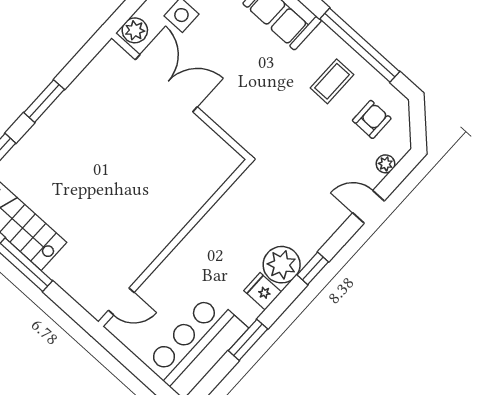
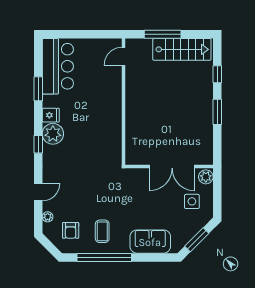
wall: (174, 243) -> (124, 102), moved
door: (121, 301) -> (124, 56), moved

